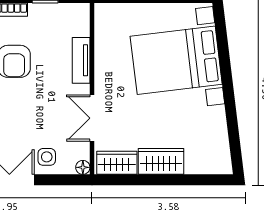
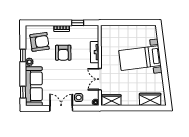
bed with nightstands: (176, 60) -> (140, 58), width x0.73
wardrobe: (161, 161) -> (150, 99), moved

